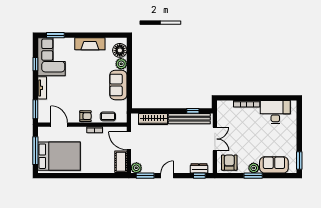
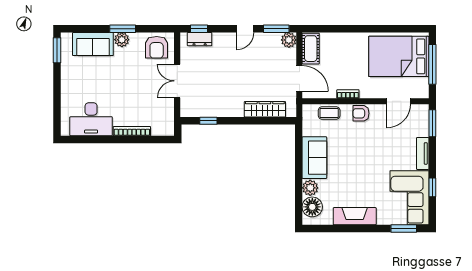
bench: (189, 119) -> (214, 110), removed
door: (59, 125) -> (399, 101), hinge flipped

